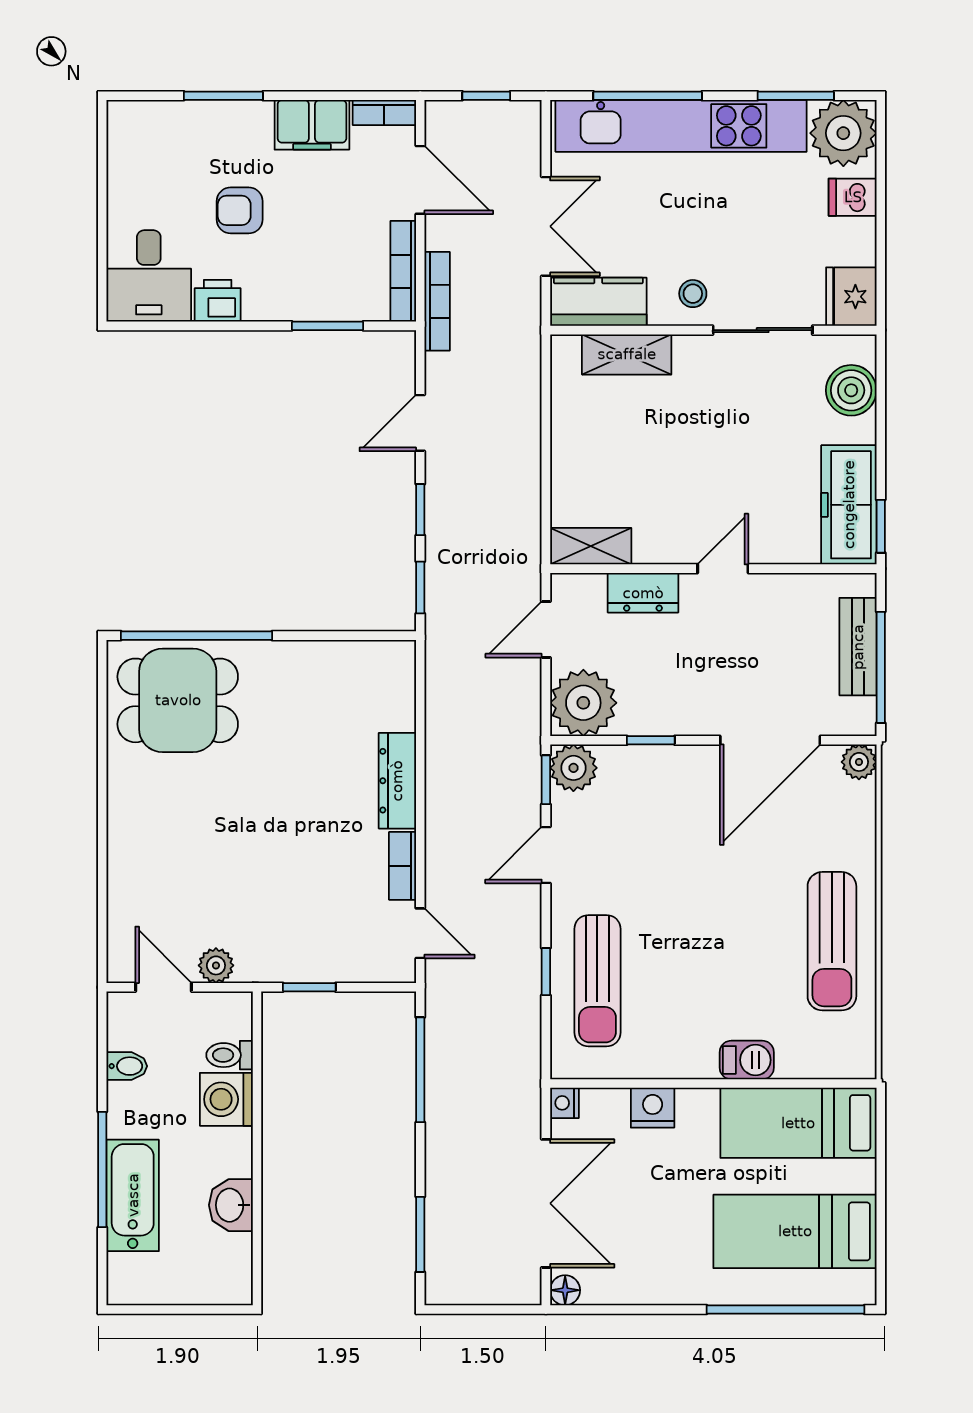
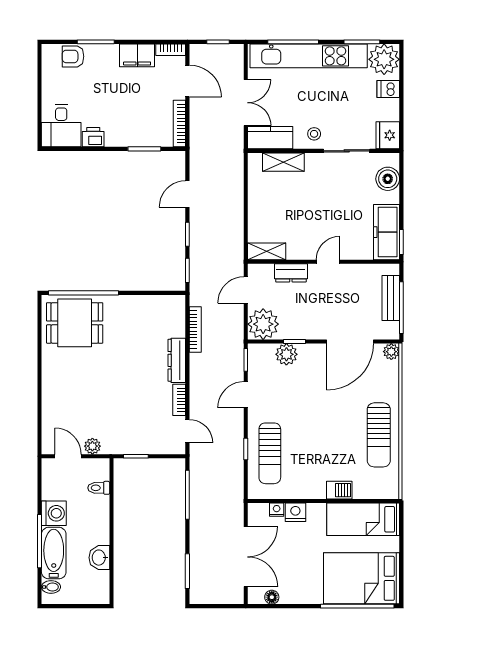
armchair: (240, 210) -> (73, 56), moved
bookcase: (437, 301) -> (195, 329), moved
plant: (573, 768) -> (286, 354), moved
bidet: (127, 1066) -> (51, 587), moved
washing machine: (226, 1099) -> (54, 513), moved, turned 180
nightstand: (564, 1103) -> (277, 510), moved, turned 90
bed: (795, 1231) -> (362, 578), width x1.50
floor lamp: (565, 1290) -> (272, 597), moved

